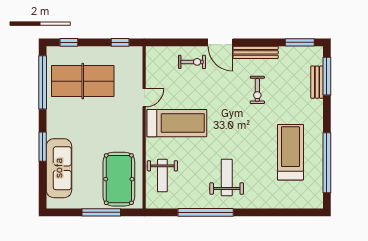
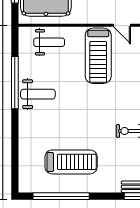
weight bench: (162, 176) -> (49, 42), turned 180
weight bench: (227, 178) -> (38, 94), moved

